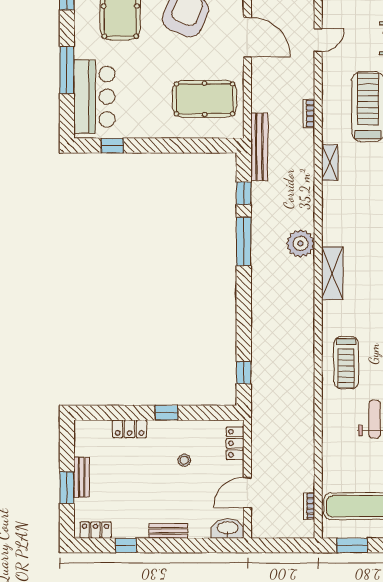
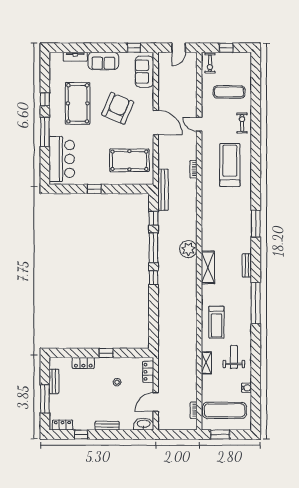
door: (318, 40) -> (199, 124), swing flipped
window: (67, 70) -> (45, 132), moved
window: (112, 146) -> (94, 189), moved
shelving: (330, 163) -> (206, 363), moved
window: (244, 373) -> (154, 278), moved
bench: (82, 477) -> (54, 381), moved
window: (67, 488) -> (45, 399), width x1.44

